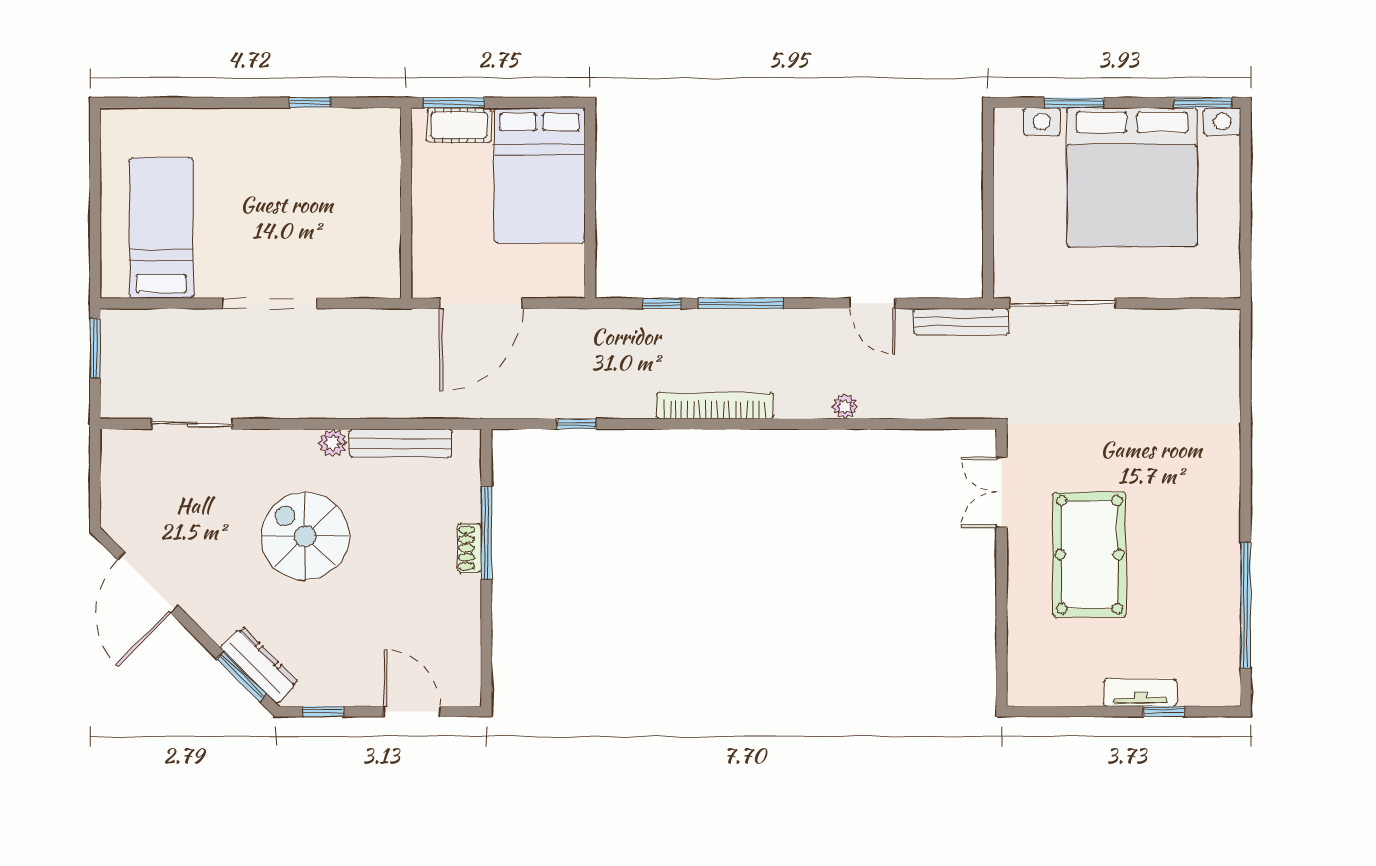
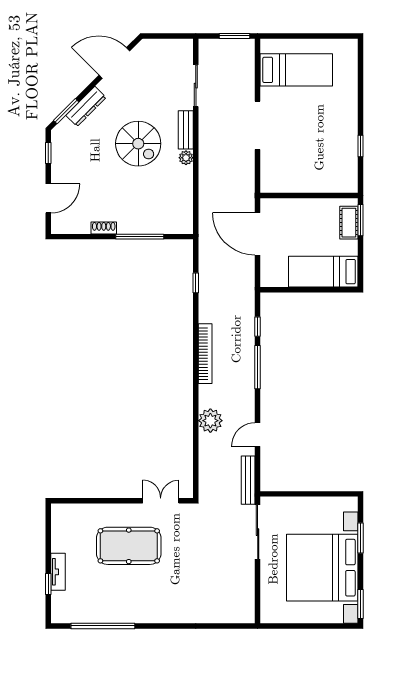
bed: (539, 175) -> (323, 272), width x0.67
plant: (845, 406) -> (210, 421), width x1.88, depth x1.88
bench: (401, 443) -> (186, 130), moved, width x0.73
spiral stairs: (305, 536) -> (138, 144), turned 90
shoe rack: (469, 548) -> (104, 228), moved
dresser: (259, 665) -> (86, 106), moved

